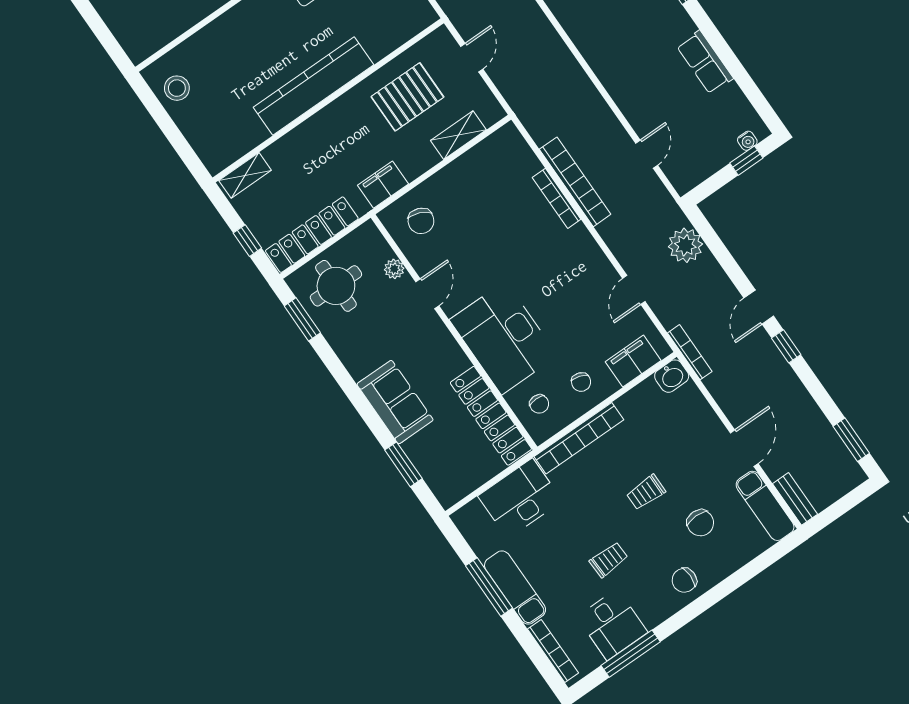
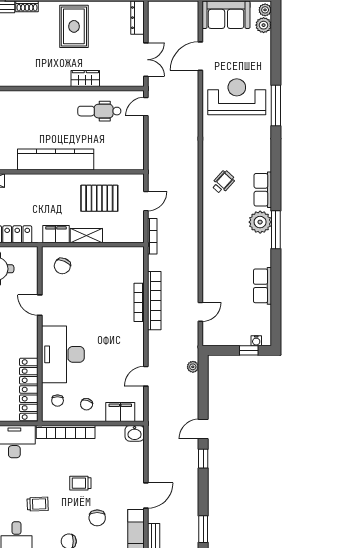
shelving: (458, 135) -> (86, 236), moved
plant: (685, 245) -> (193, 367), width x0.53, depth x0.53
plant: (394, 269) -> (32, 281), removed
door: (427, 294) -> (40, 305), swing flipped
bookcase: (690, 352) -> (152, 236), moved

